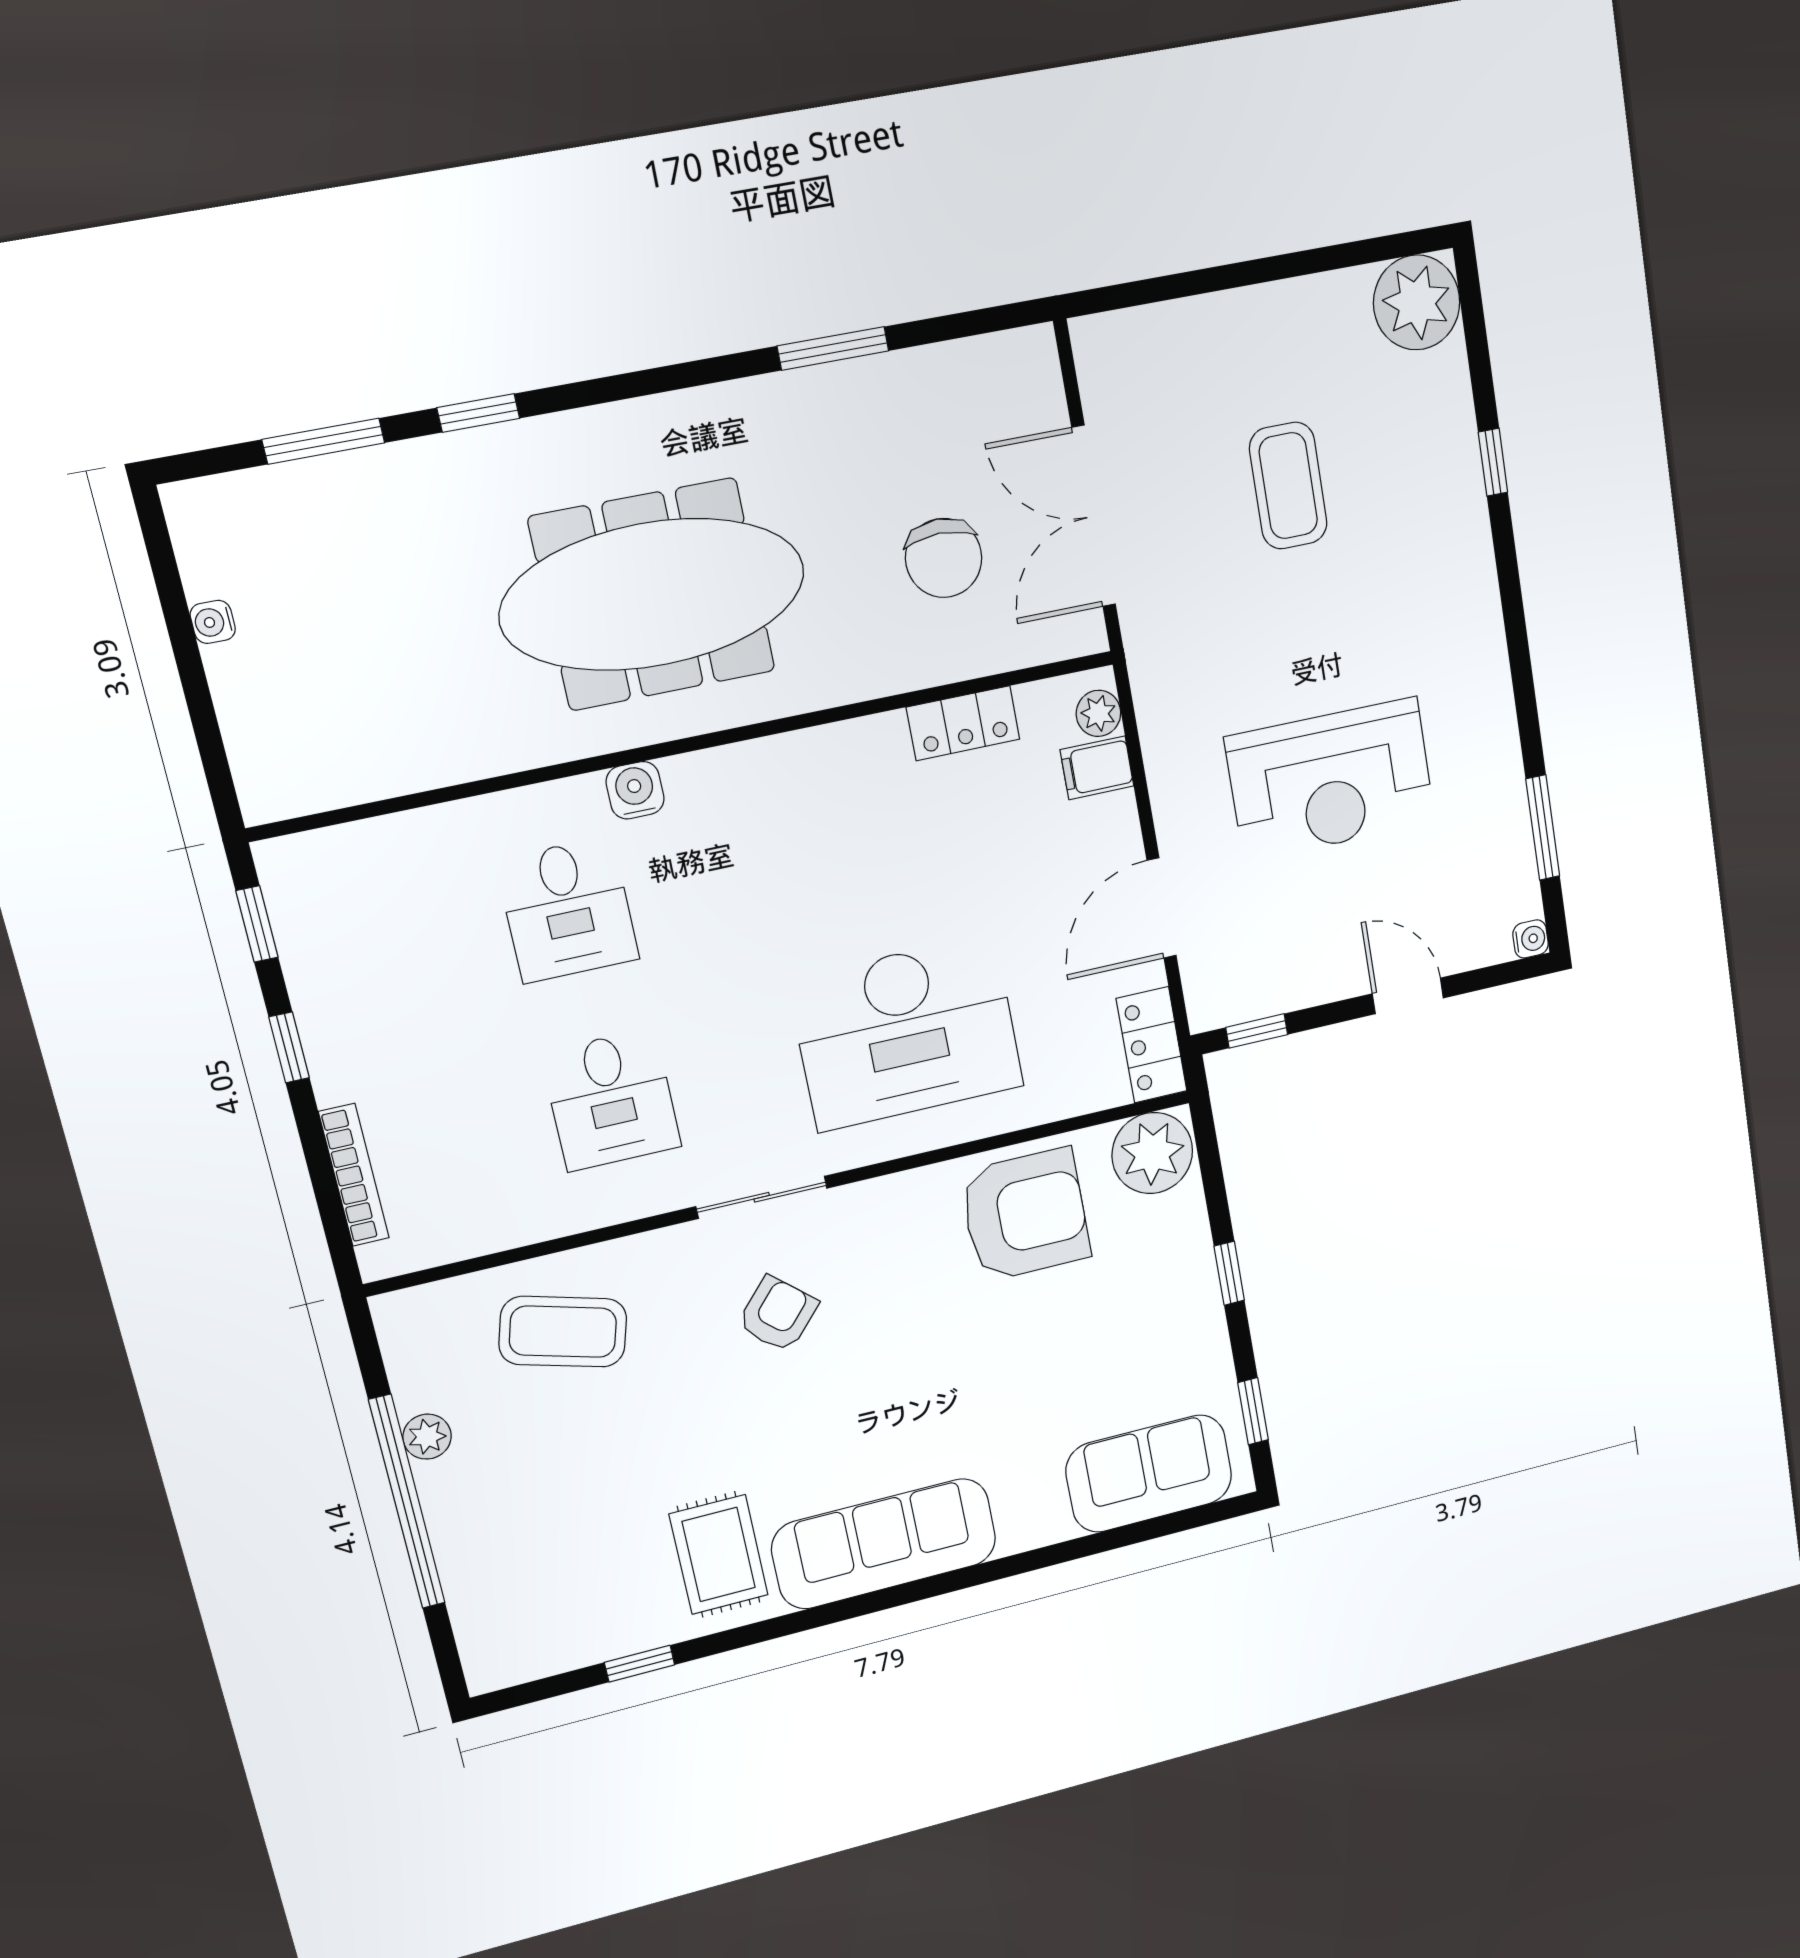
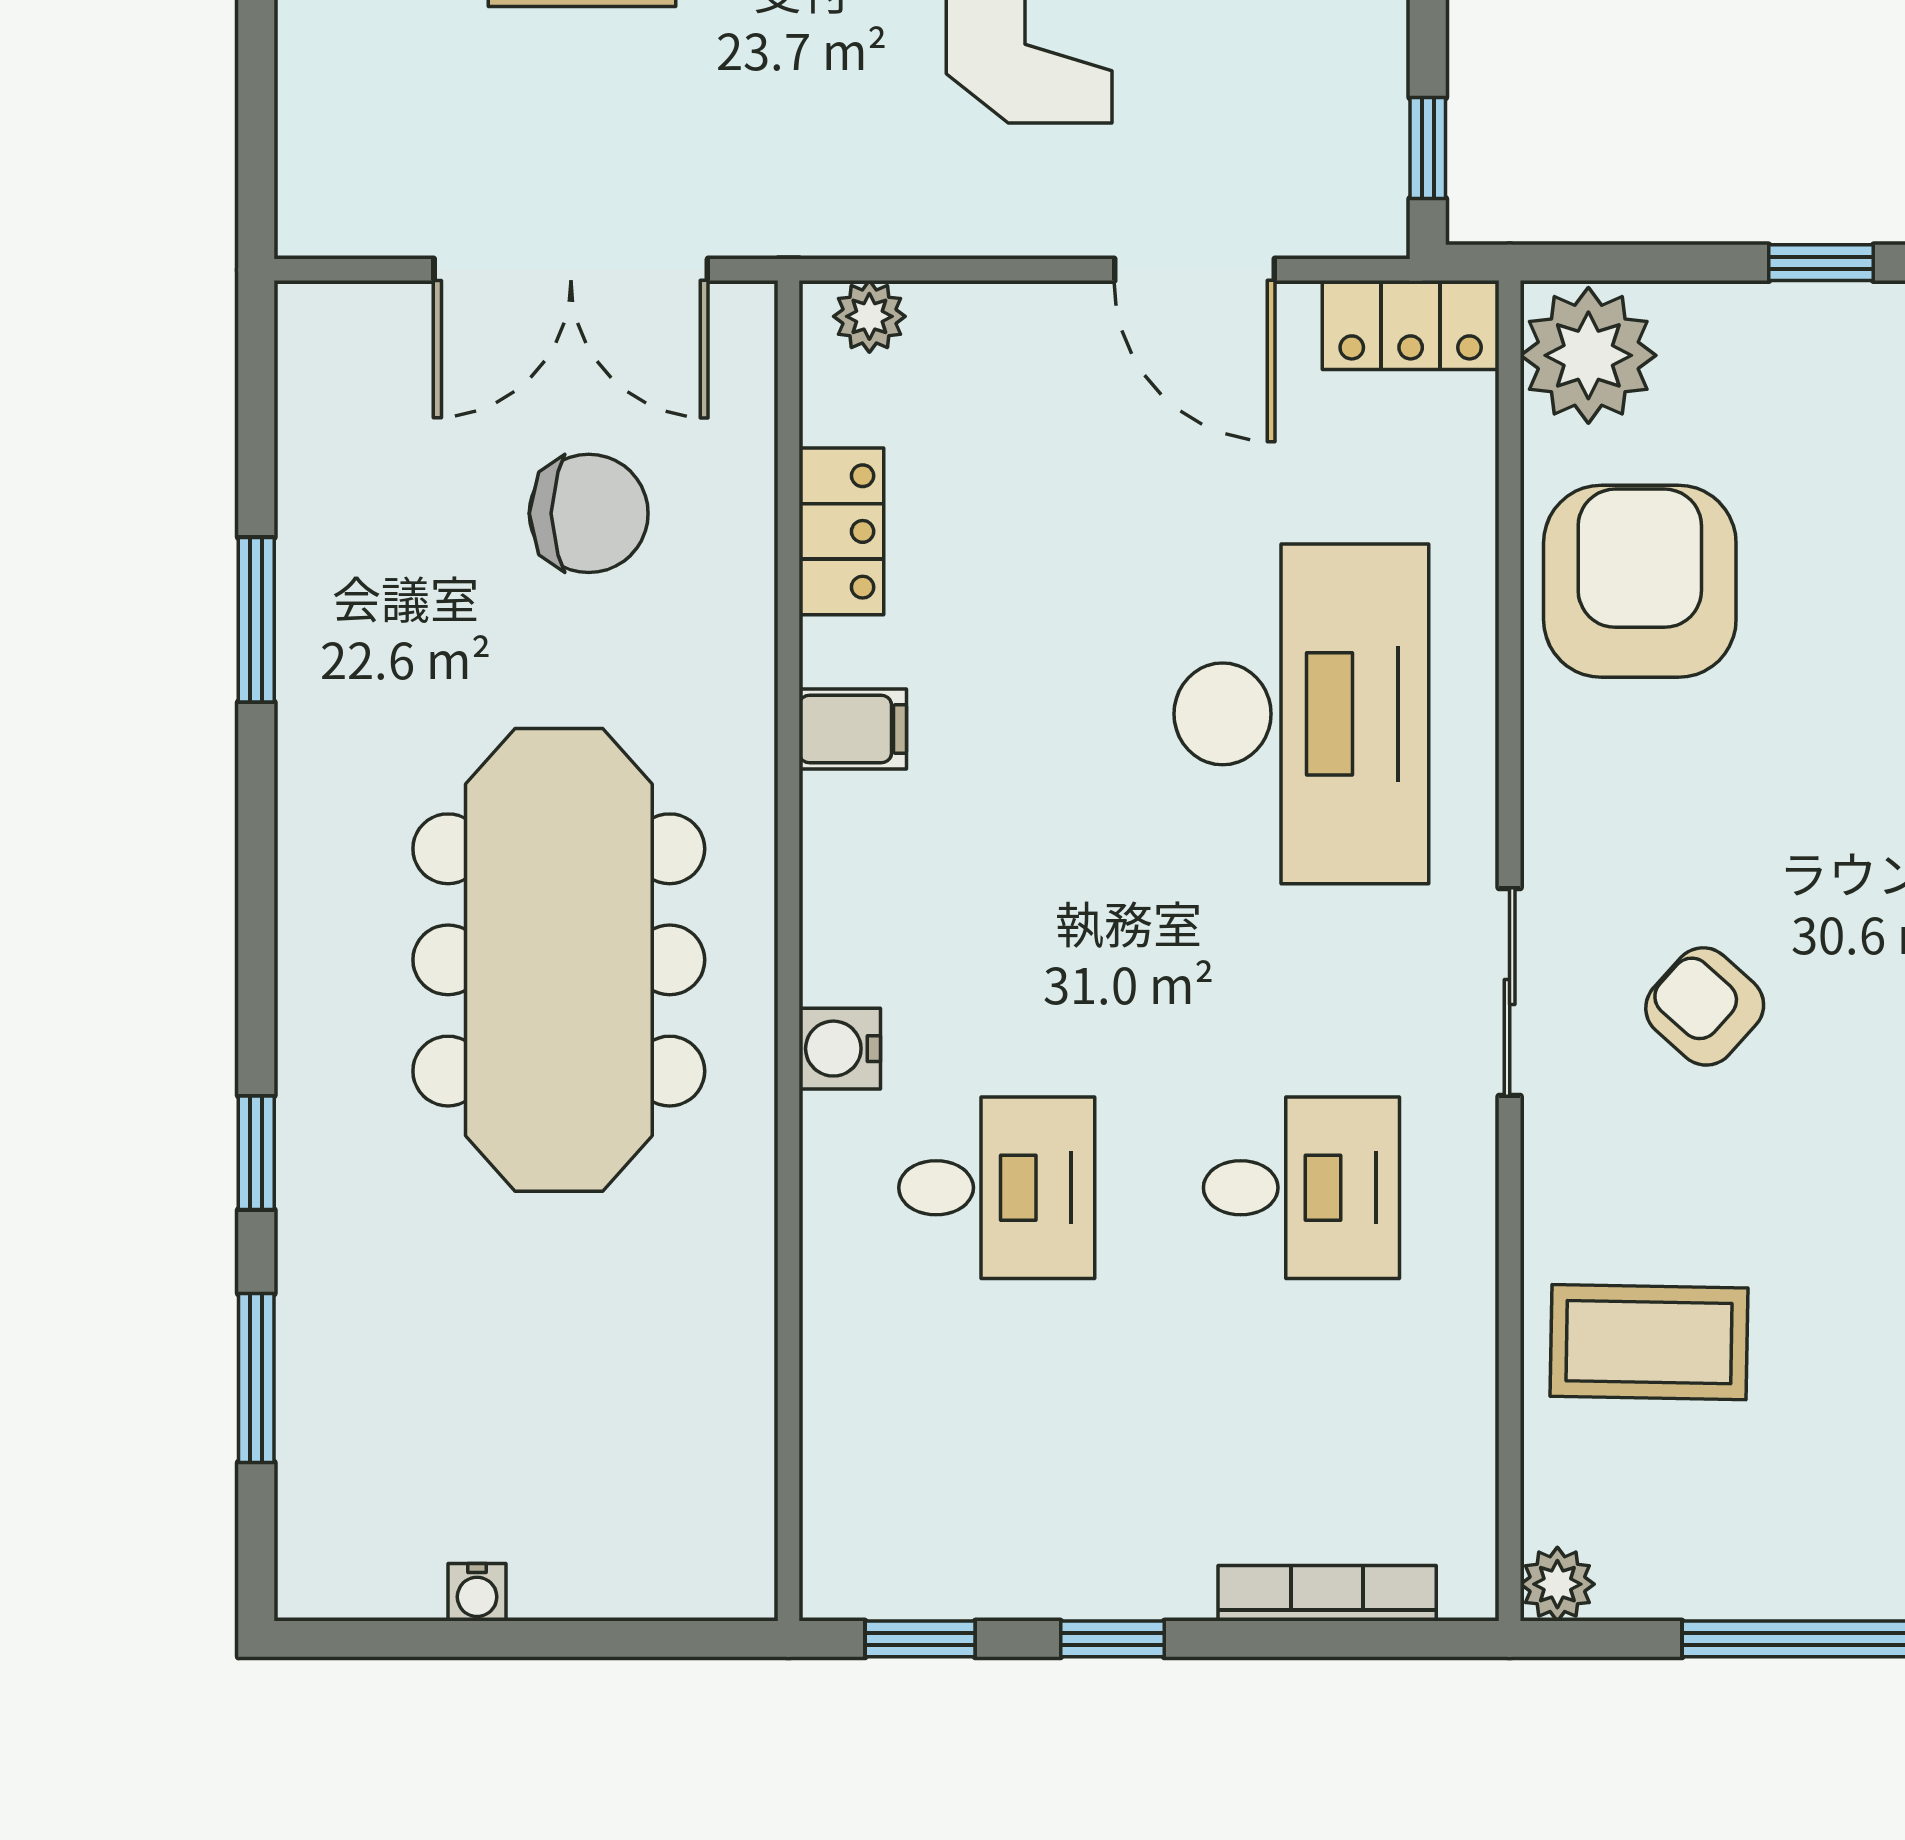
filing cabinet: (1097, 768) -> (853, 729), moved, turned -90
coffee table: (563, 1332) -> (1649, 1342), turned 75
plant: (427, 1437) -> (1557, 1584), moved

